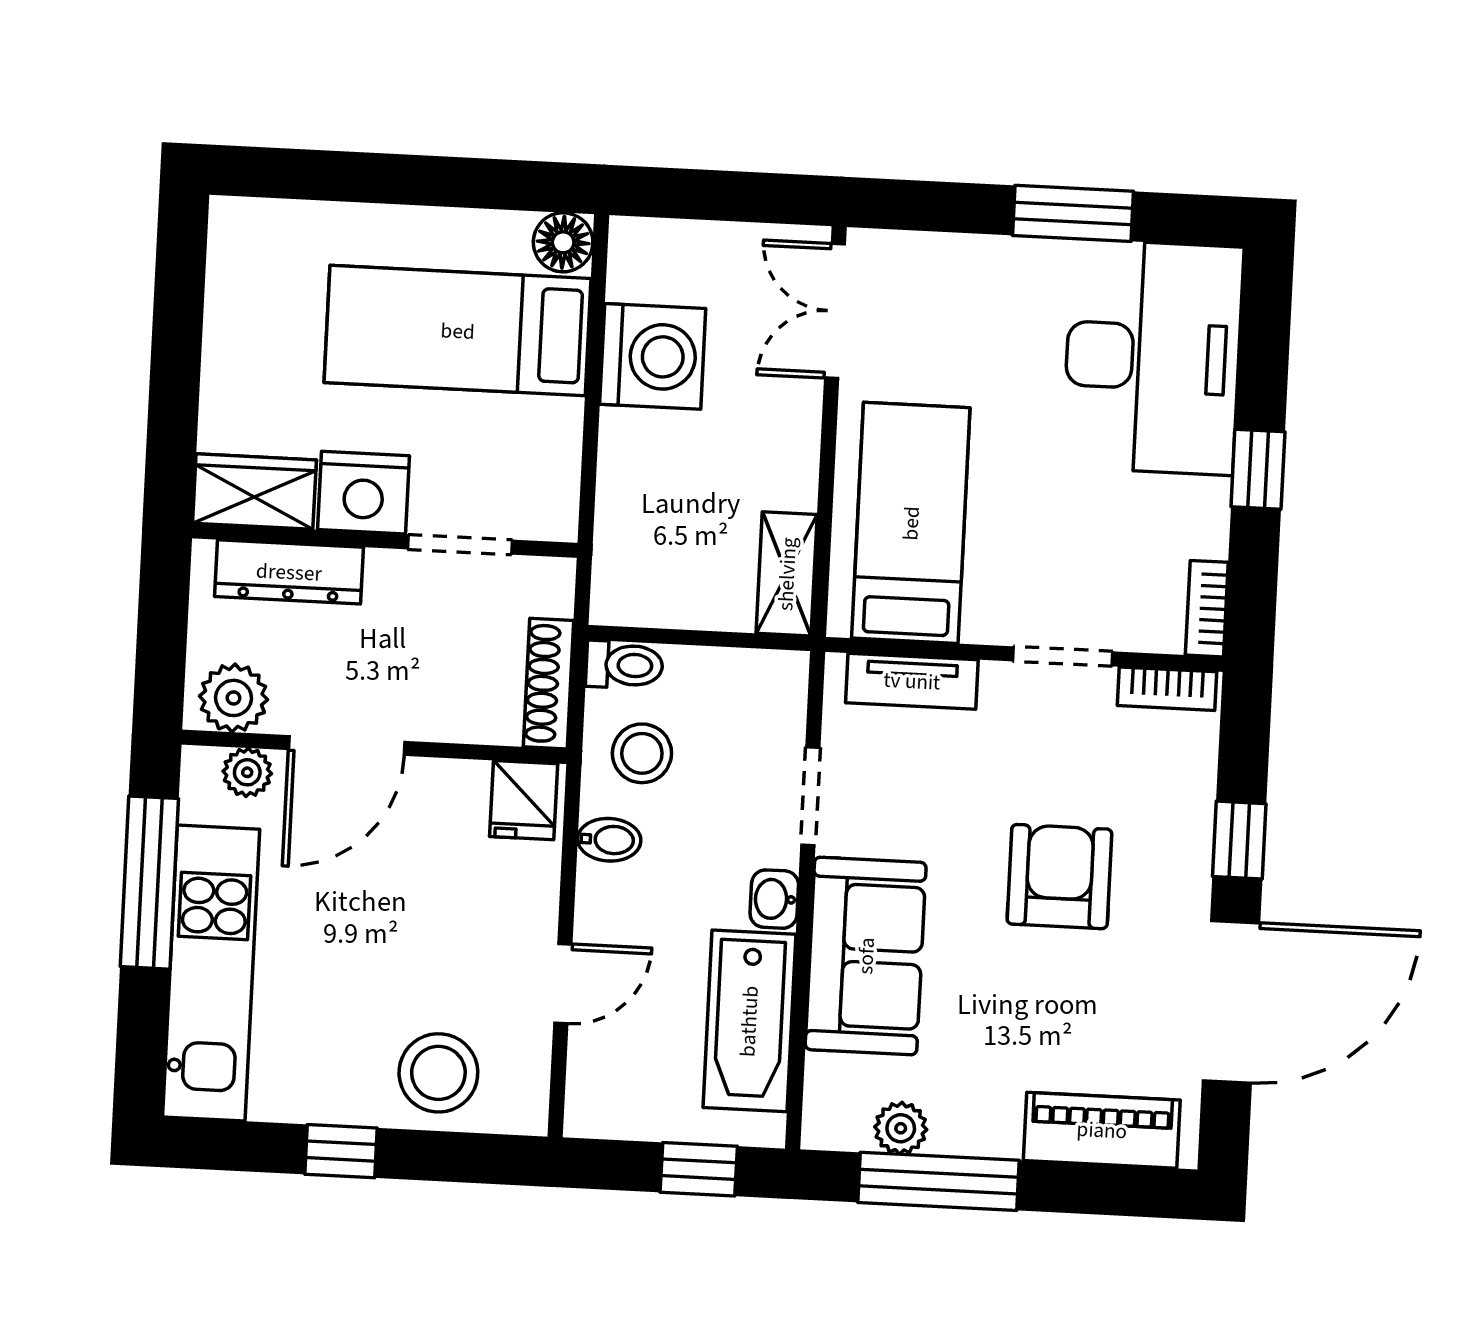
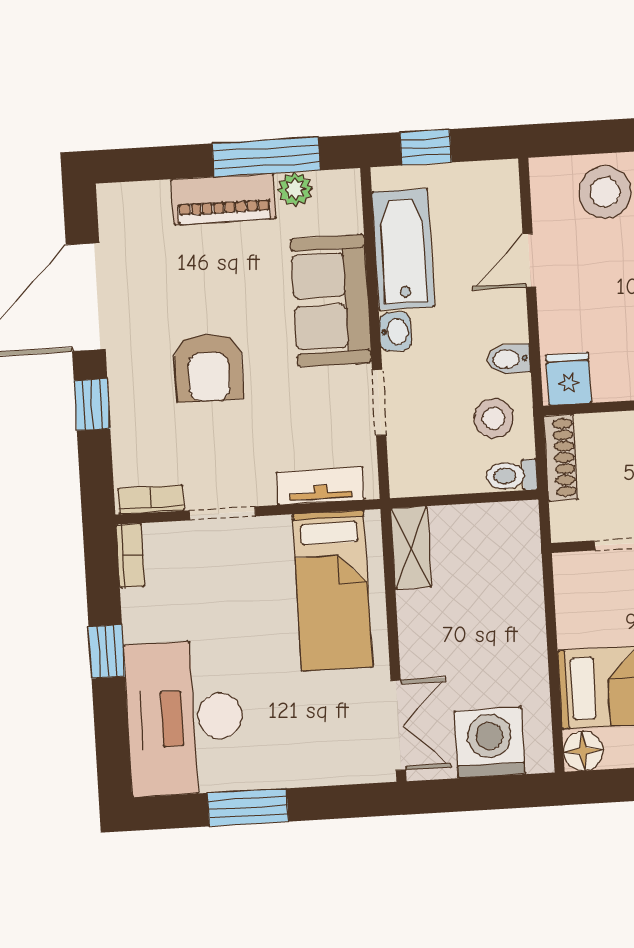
washing machine: (653, 356) -> (490, 743), moved, turned 90
piano: (1102, 1130) -> (224, 199), moved

